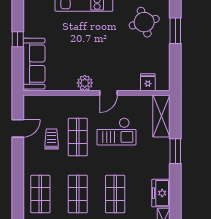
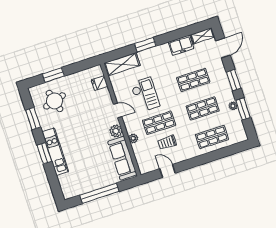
window: (18, 39) -> (99, 193), width x3.17
sofa: (34, 64) -> (122, 158), moved, turned -90
plant: (69, 101) -> (133, 138), added

